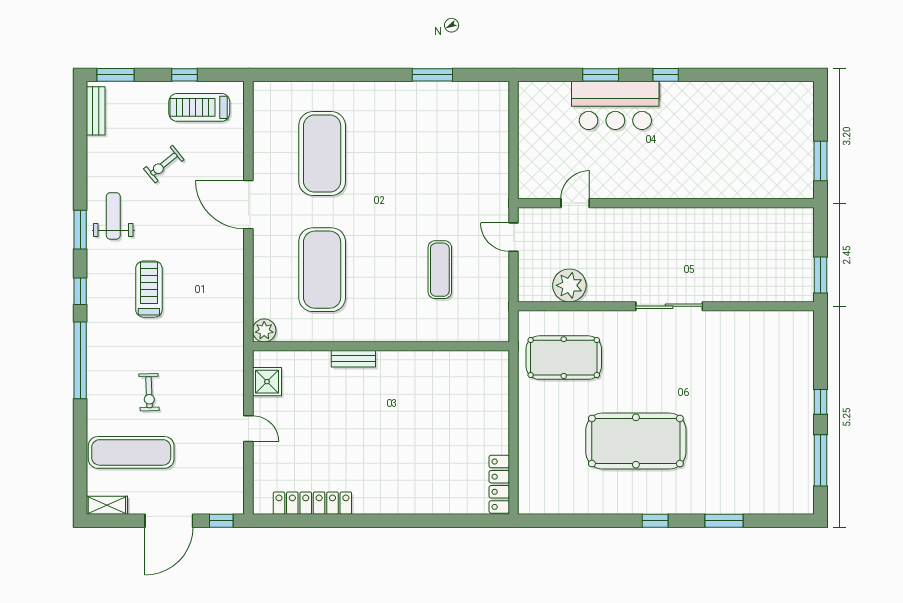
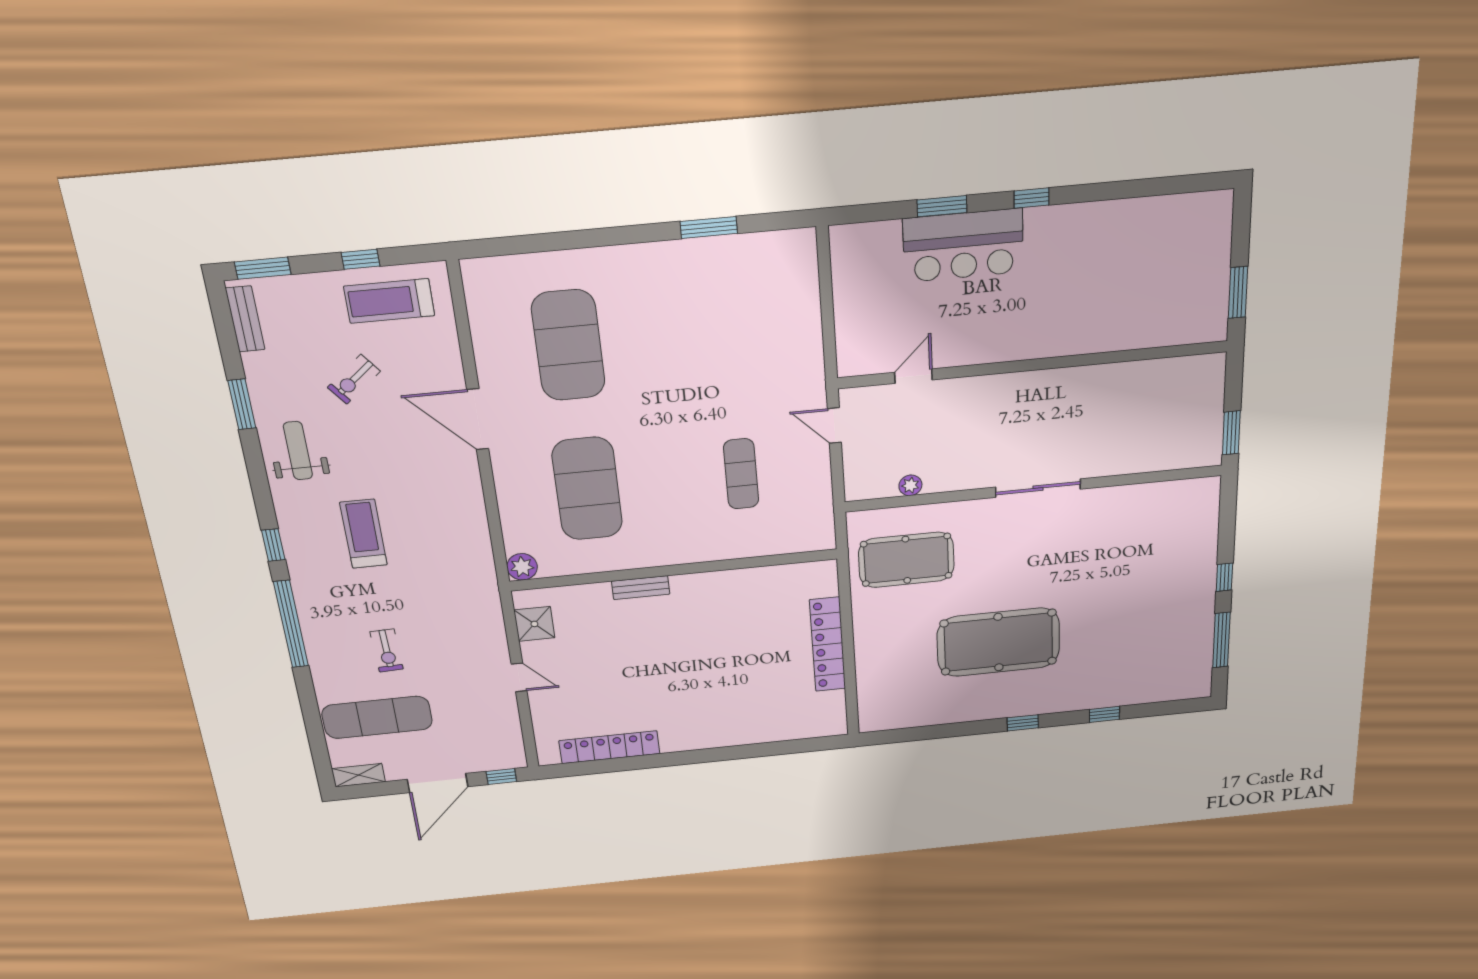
window: (80, 230) -> (242, 404), moved
plant: (569, 285) -> (910, 485), width x0.53, depth x0.53
locker: (499, 484) -> (828, 644), moved, width x1.41, depth x1.21
window: (724, 521) -> (1104, 714), width x0.67

